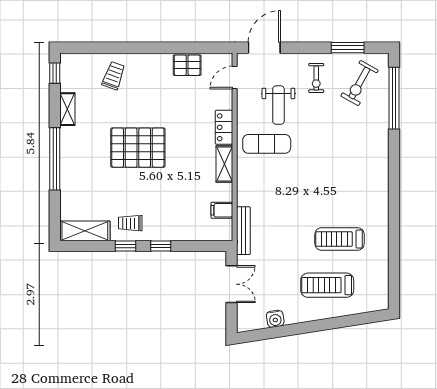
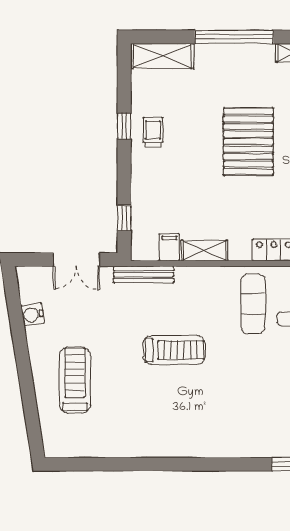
shelving: (224, 164) -> (204, 251), moved
shelving: (85, 231) -> (162, 56), moved, turned 90
treadmill: (339, 239) -> (174, 350), moved, turned 90
window: (161, 246) -> (124, 218), moved

